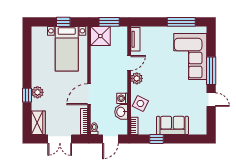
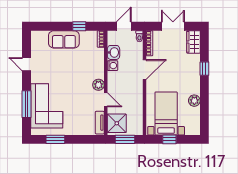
window: (181, 22) -> (55, 139), width x0.69
shower: (100, 36) -> (117, 123), moved
door: (129, 63) -> (106, 100), swing flipped
window: (211, 71) -> (27, 104), moved
plant: (37, 92) -> (194, 101), moved
side table: (140, 103) -> (95, 61), removed

